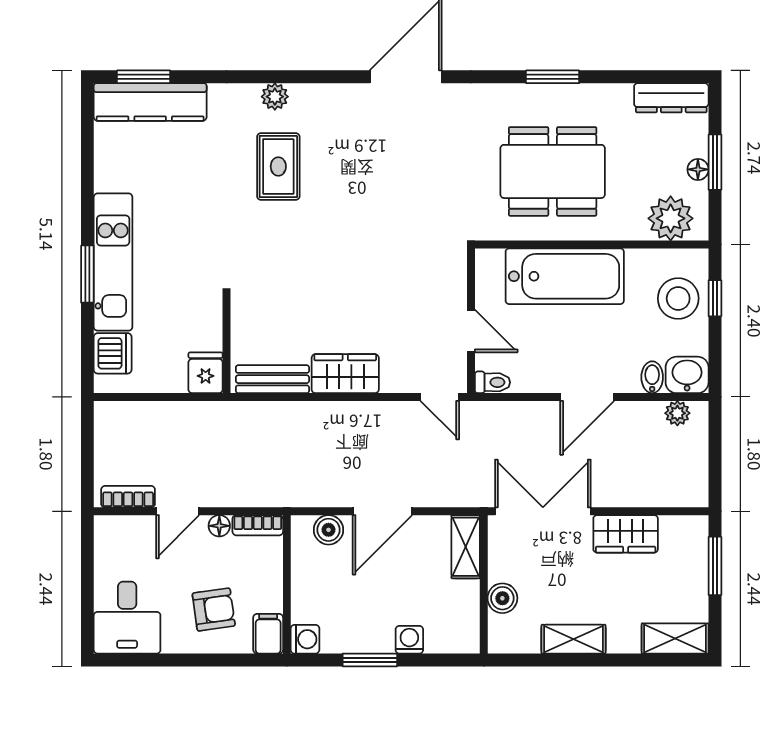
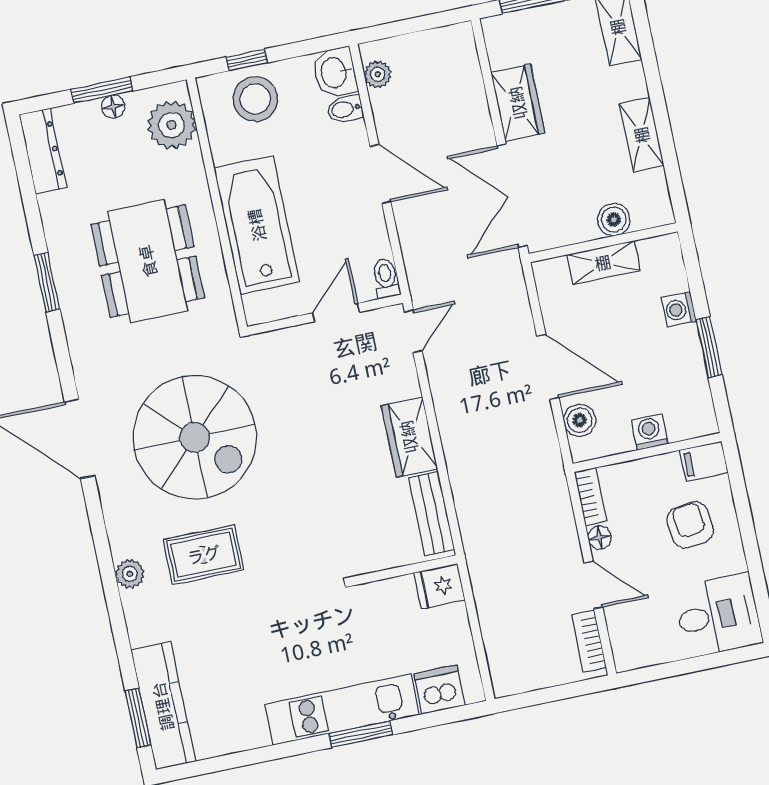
spiral stairs: (385, 181) -> (195, 437), added
shelving: (466, 547) -> (603, 263), moved
washing machine: (305, 639) -> (649, 432), moved

